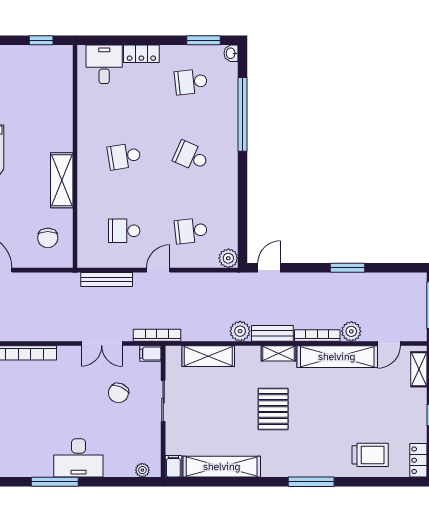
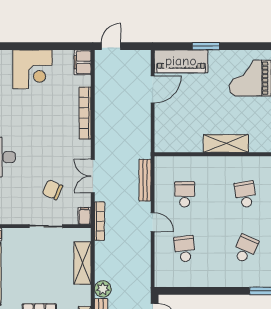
chair: (48, 238) -> (179, 132), removed
plant: (228, 258) -> (162, 279), removed

